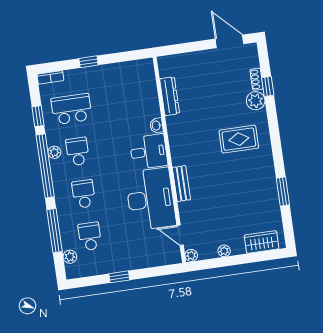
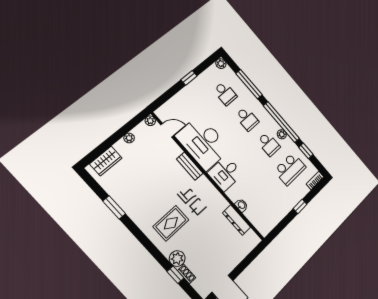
washbasin: (156, 126) -> (241, 205), moved
plant: (70, 257) -> (221, 64), moved

